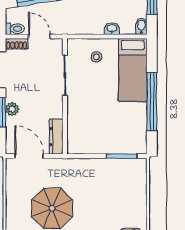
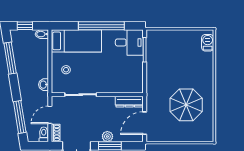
washbasin: (112, 28) -> (44, 85), moved
desk: (131, 137) -> (129, 42), added

